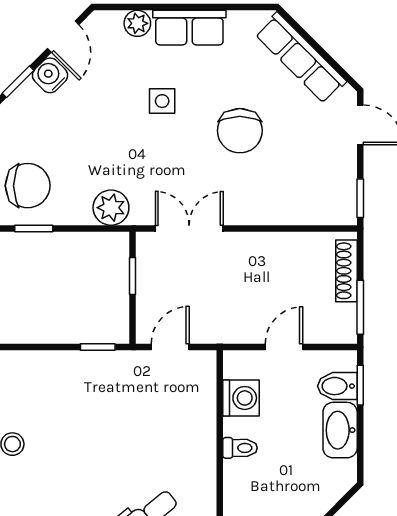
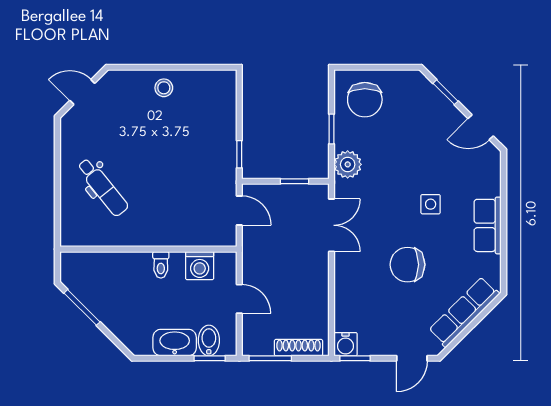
plant: (137, 23) -> (491, 185), removed
water cooler: (50, 75) -> (346, 344), moved, turned 135
window: (34, 228) -> (331, 129), moved

